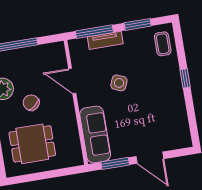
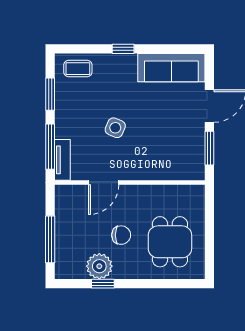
tv unit: (105, 40) -> (62, 160), moved
chair: (31, 103) -> (121, 235), turned -140
sofa: (95, 135) -> (171, 68), moved, turned 180

